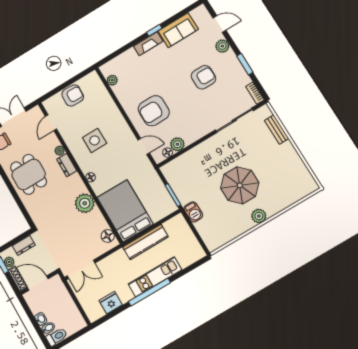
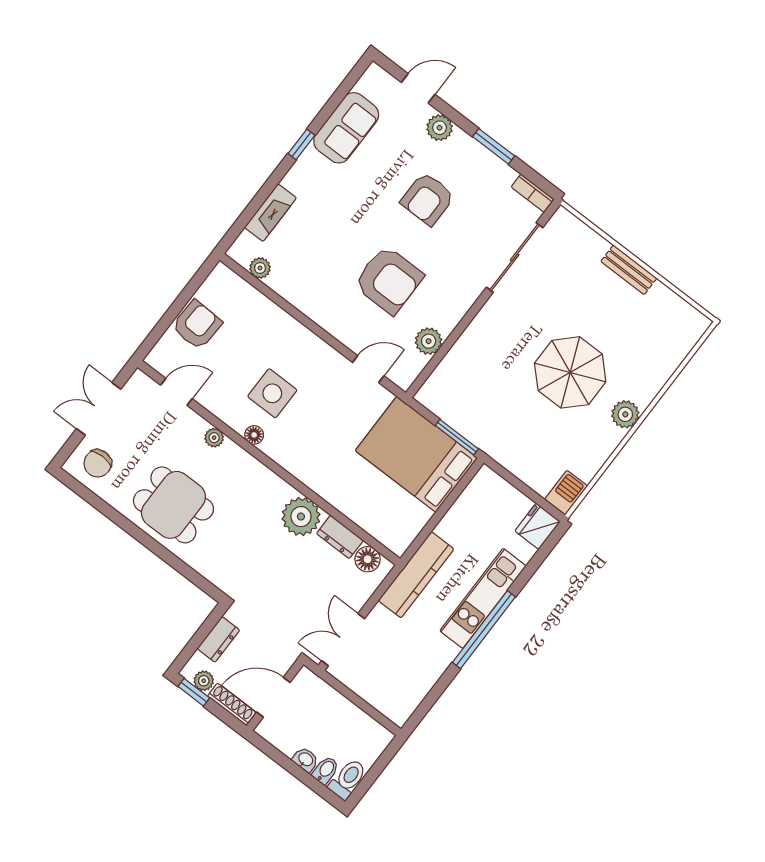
fireplace: (148, 44) -> (271, 213), moved
armchair: (203, 77) -> (428, 199), turned 180
armchair: (154, 111) -> (389, 280), moved, turned -90
door: (51, 123) -> (176, 392), swing flipped
bench: (277, 129) -> (629, 270), moved
floor lamp: (168, 153) -> (417, 363), removed
dresser: (67, 165) -> (340, 537), moved
floor lamp: (91, 177) -> (254, 435), moved
bed: (125, 211) -> (416, 454), moved
barbecue: (193, 212) -> (566, 493), moved, turned -90
kitchen counter: (145, 242) -> (416, 575), moved
double door: (81, 269) -> (343, 640), swing flipped
fridge: (111, 303) -> (538, 526), moved

